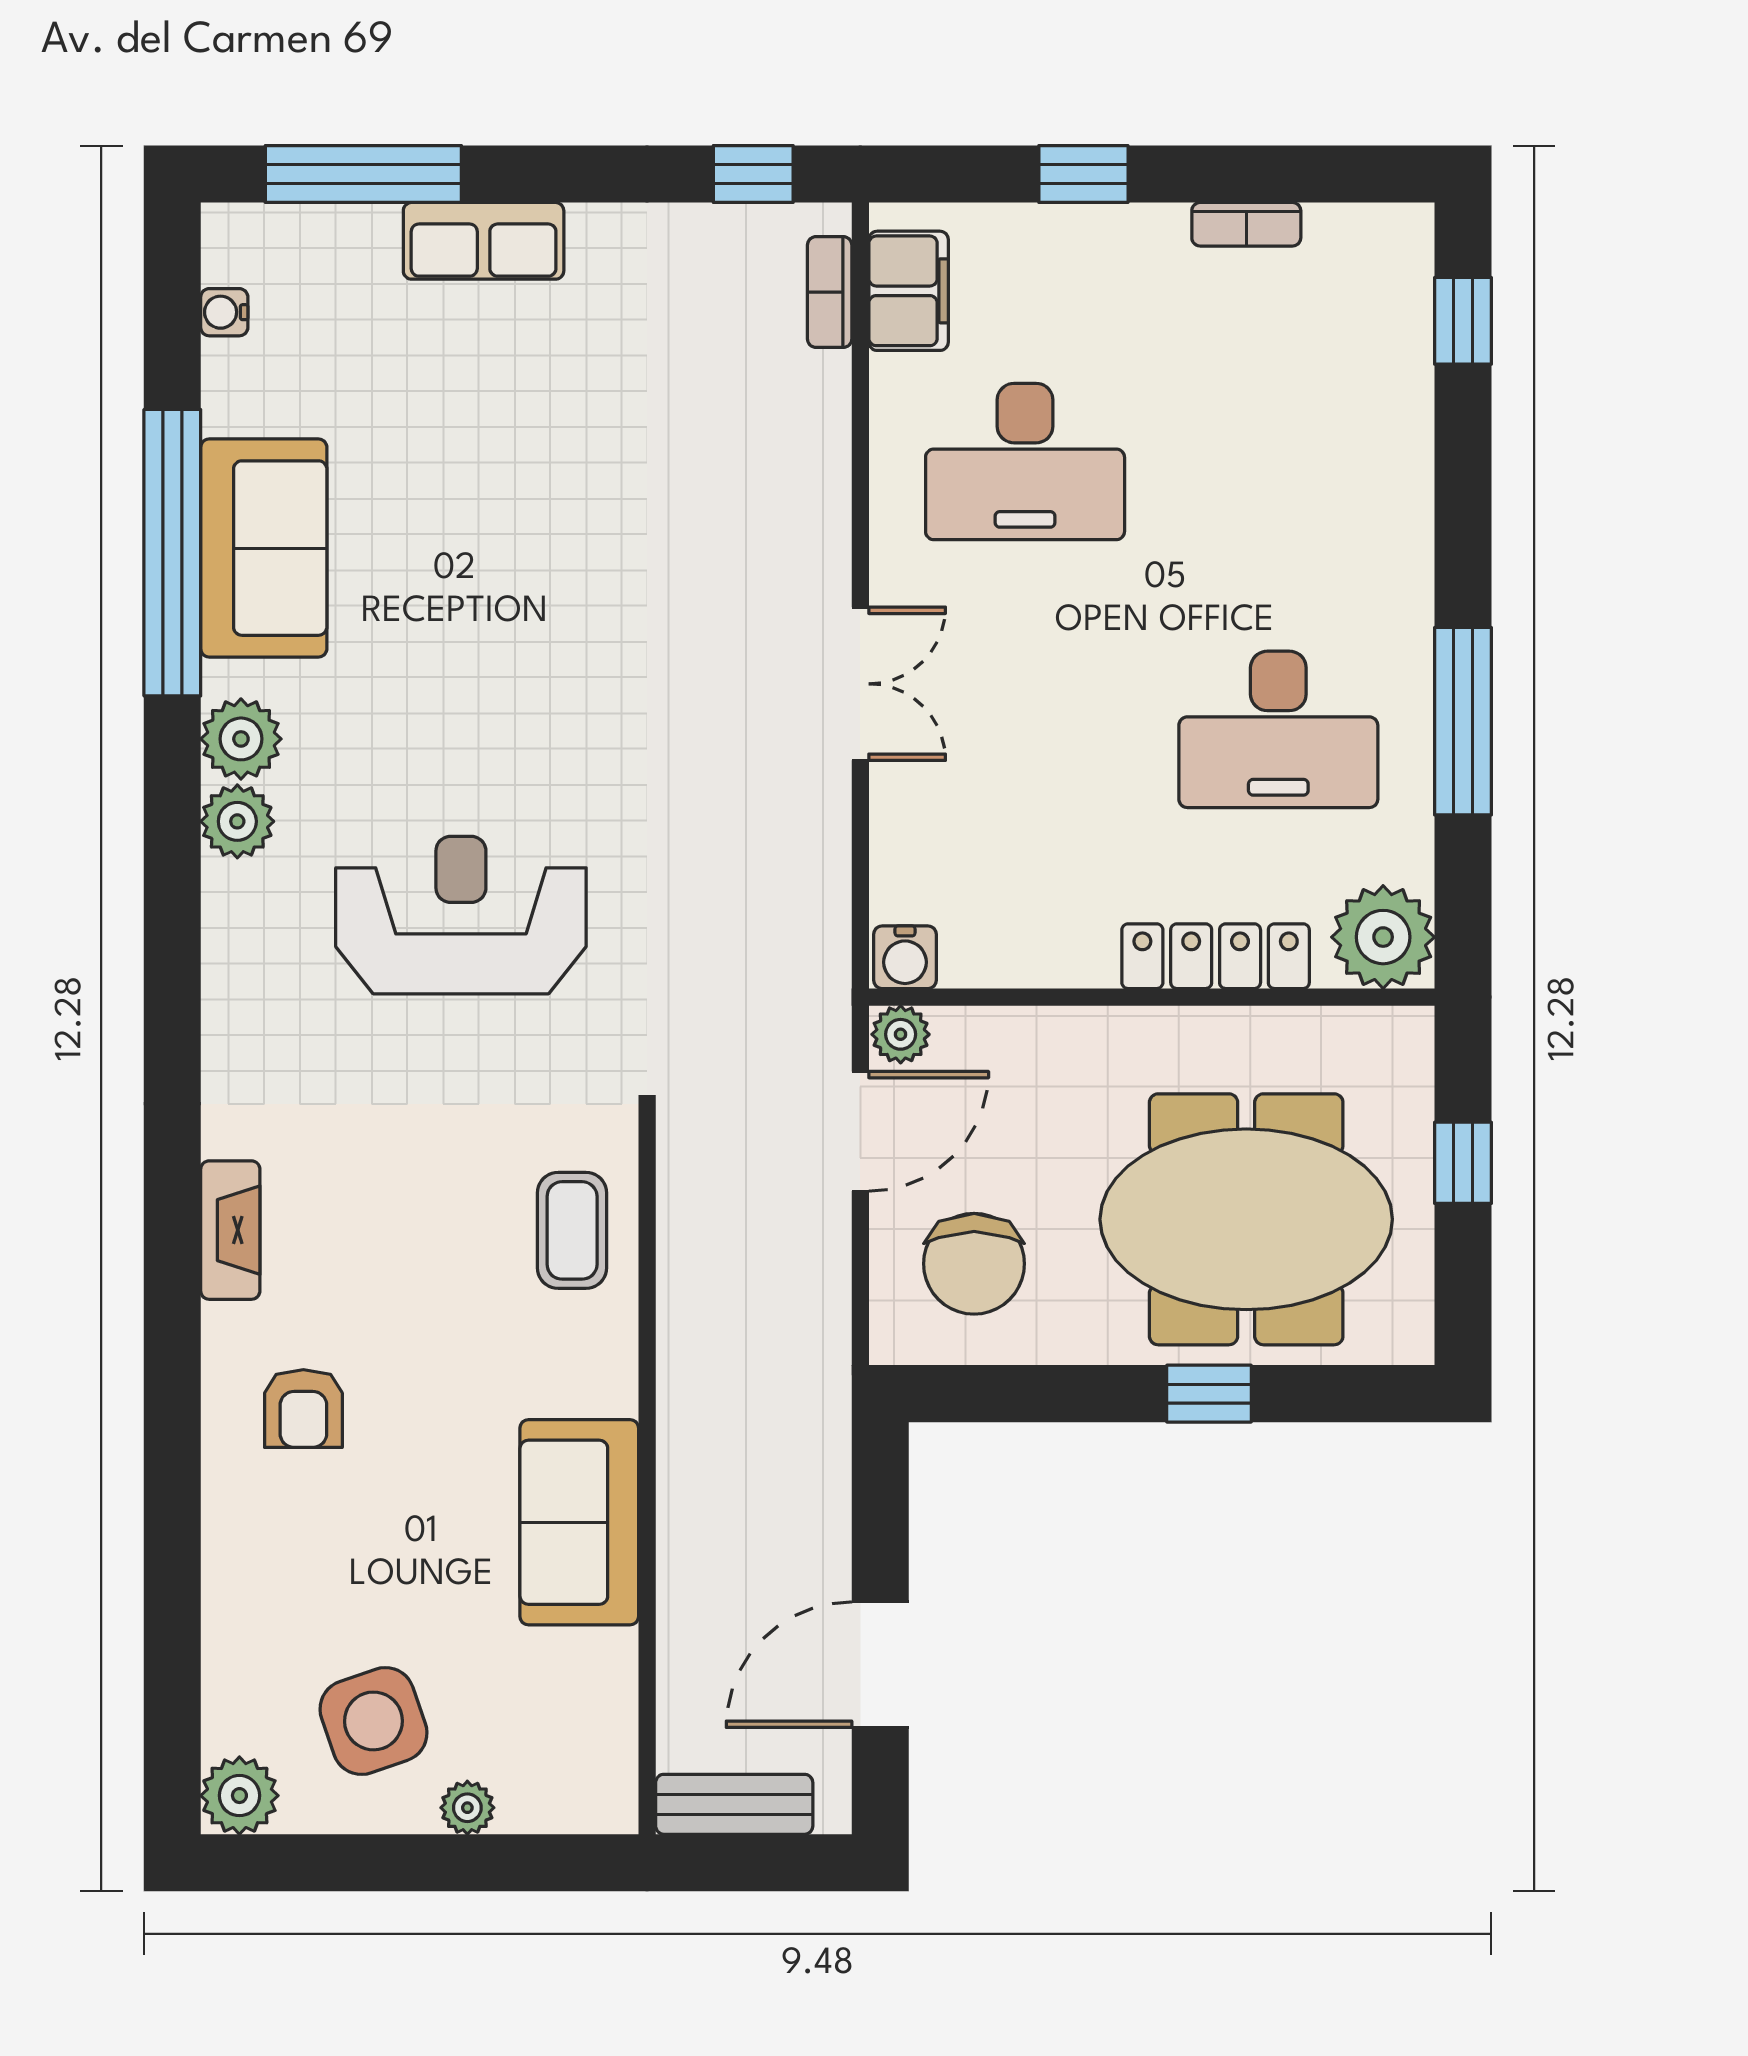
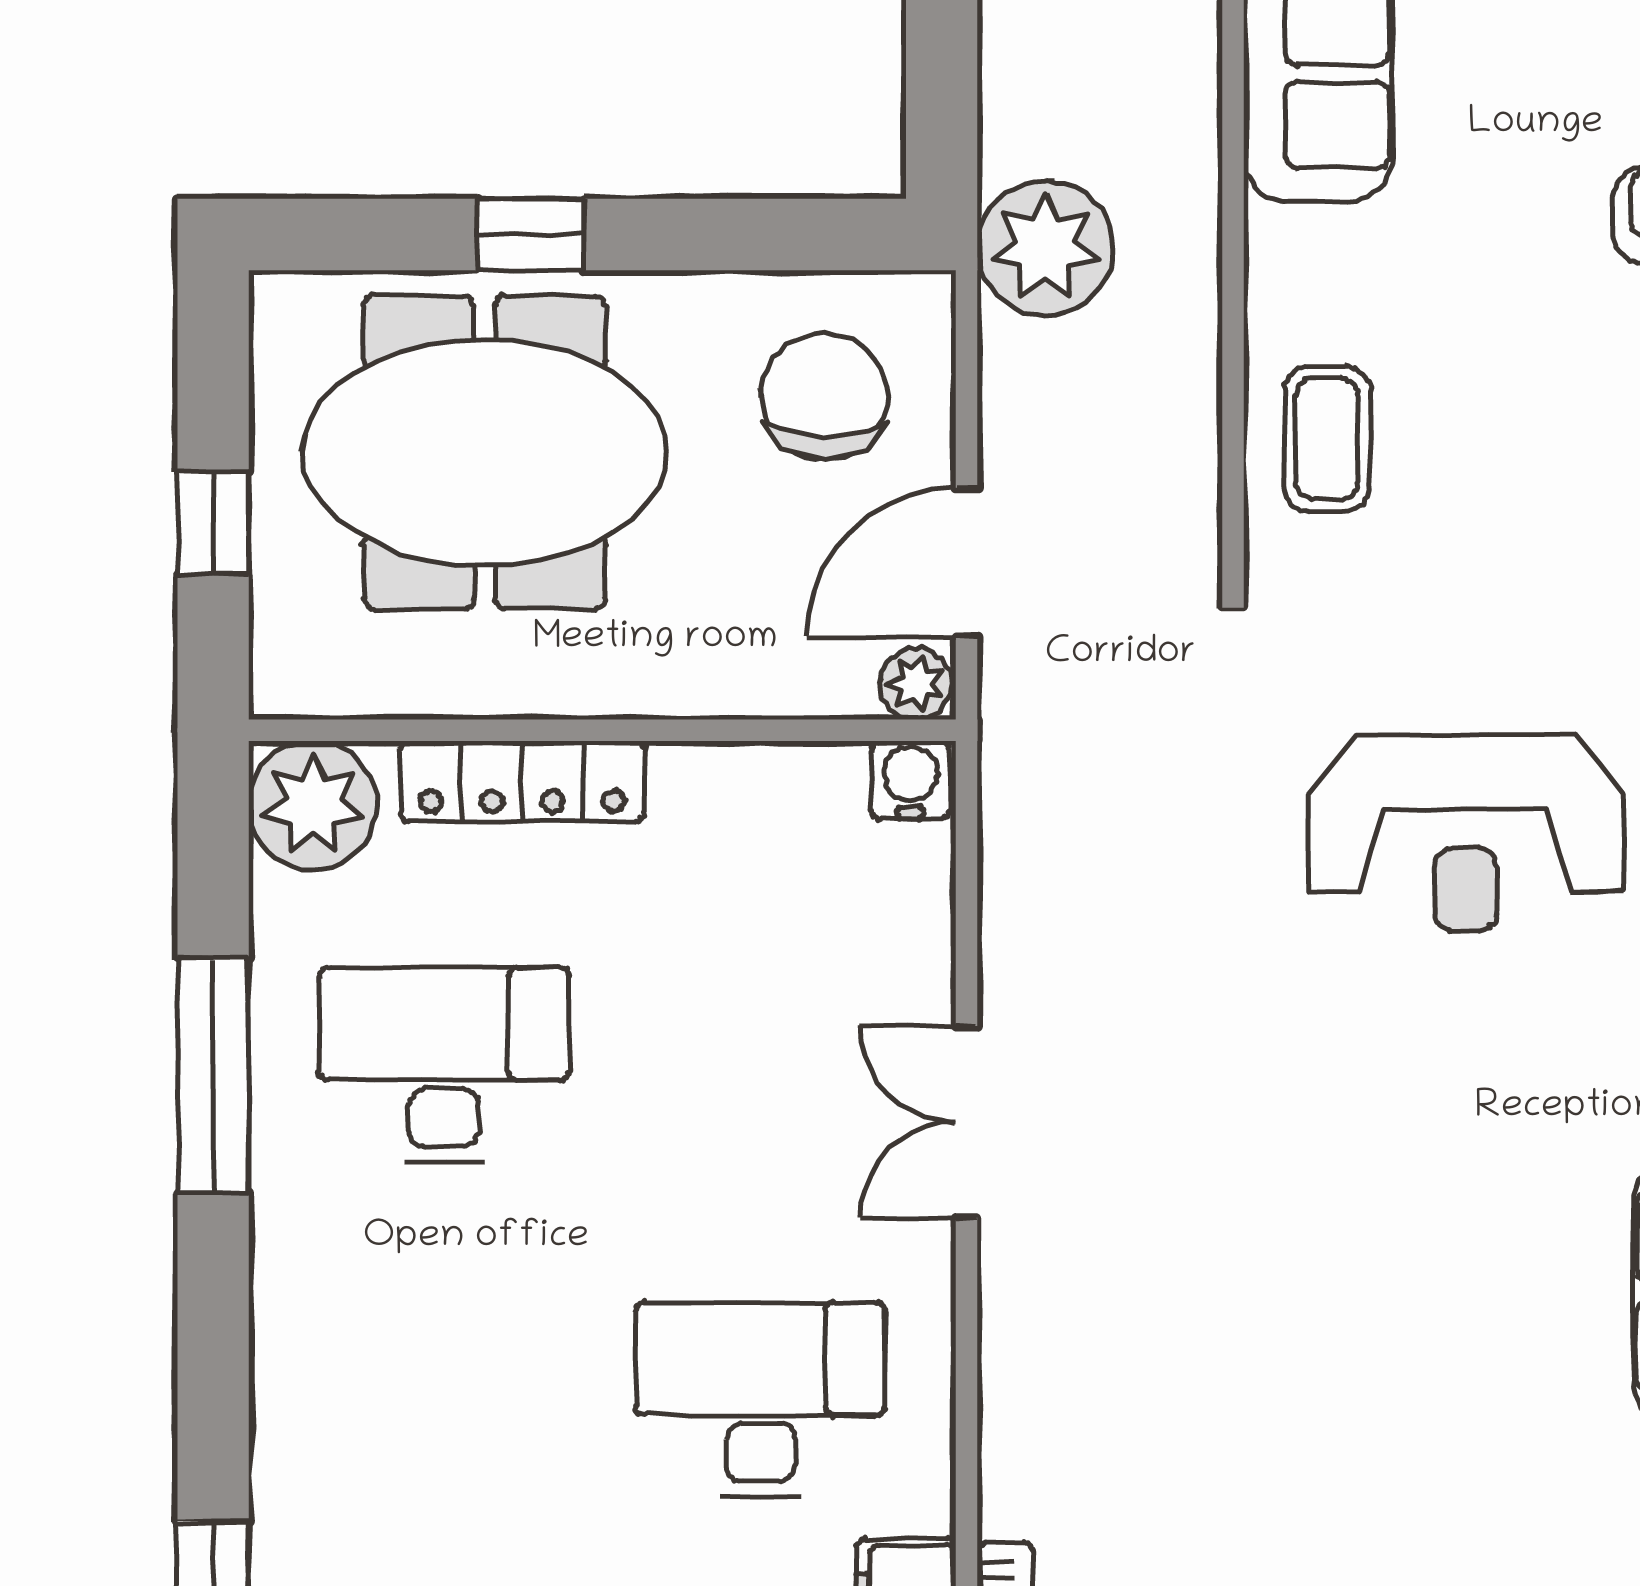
plant: (797, 1383) -> (1045, 248), added

